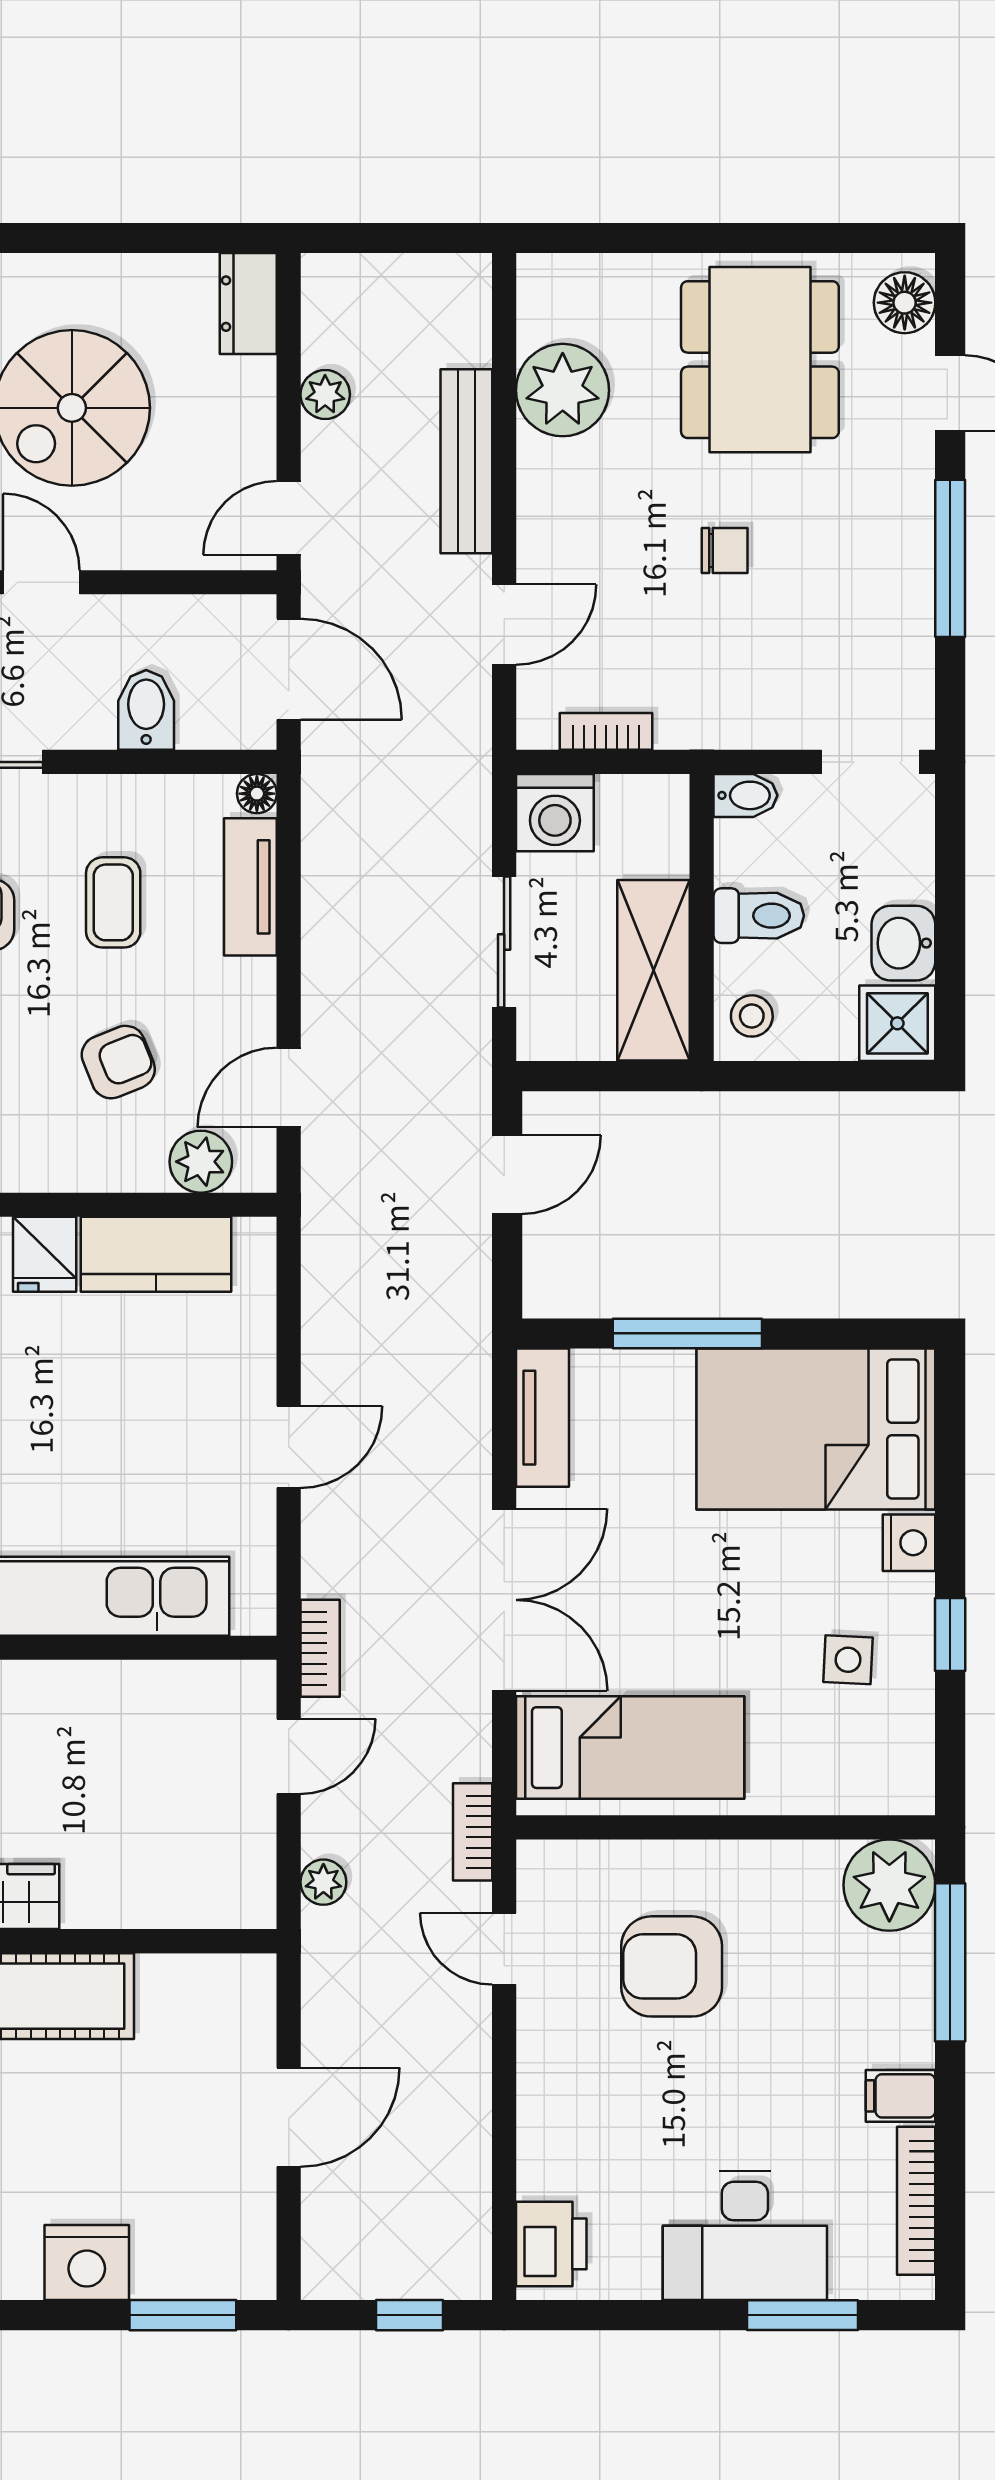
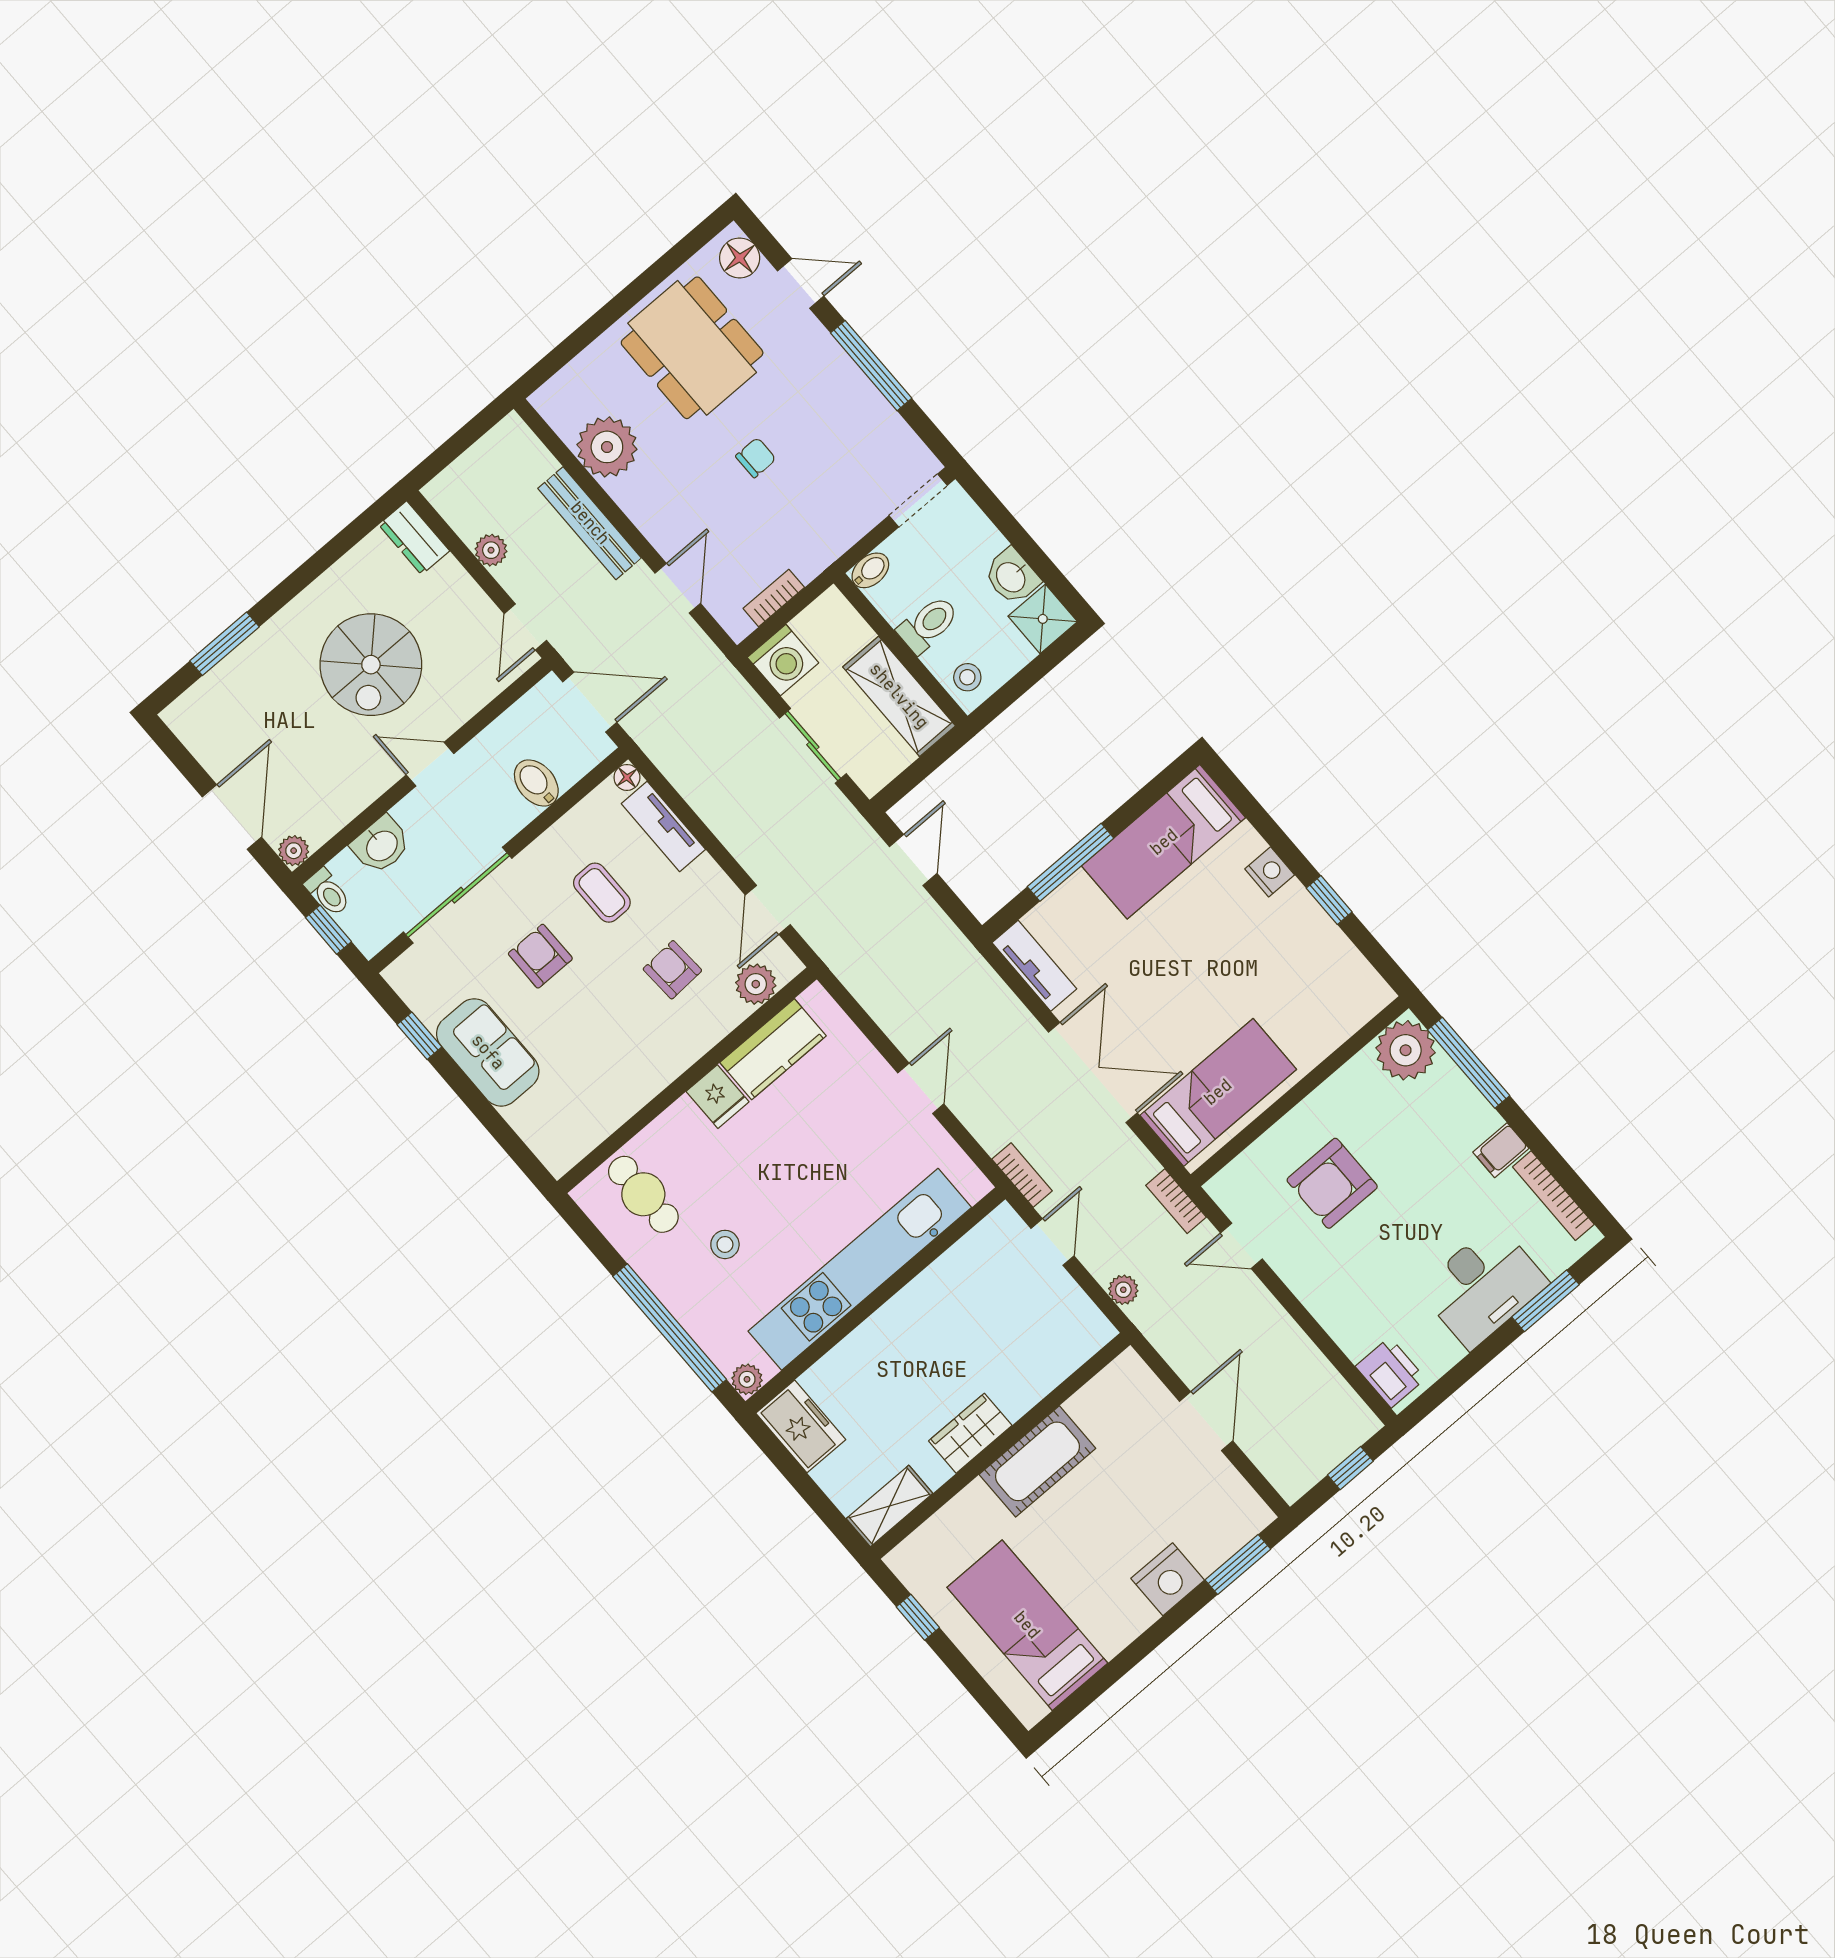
armchair: (118, 1062) -> (672, 970), turned -71
bed: (816, 1429) -> (1164, 842), width x0.67
side table: (848, 1660) -> (1289, 956), removed

